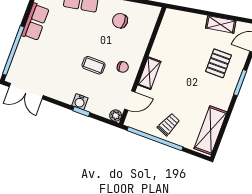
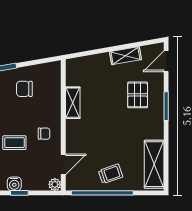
shelving: (149, 73) -> (73, 103), moved
trolley: (169, 125) -> (111, 174), turned 48

